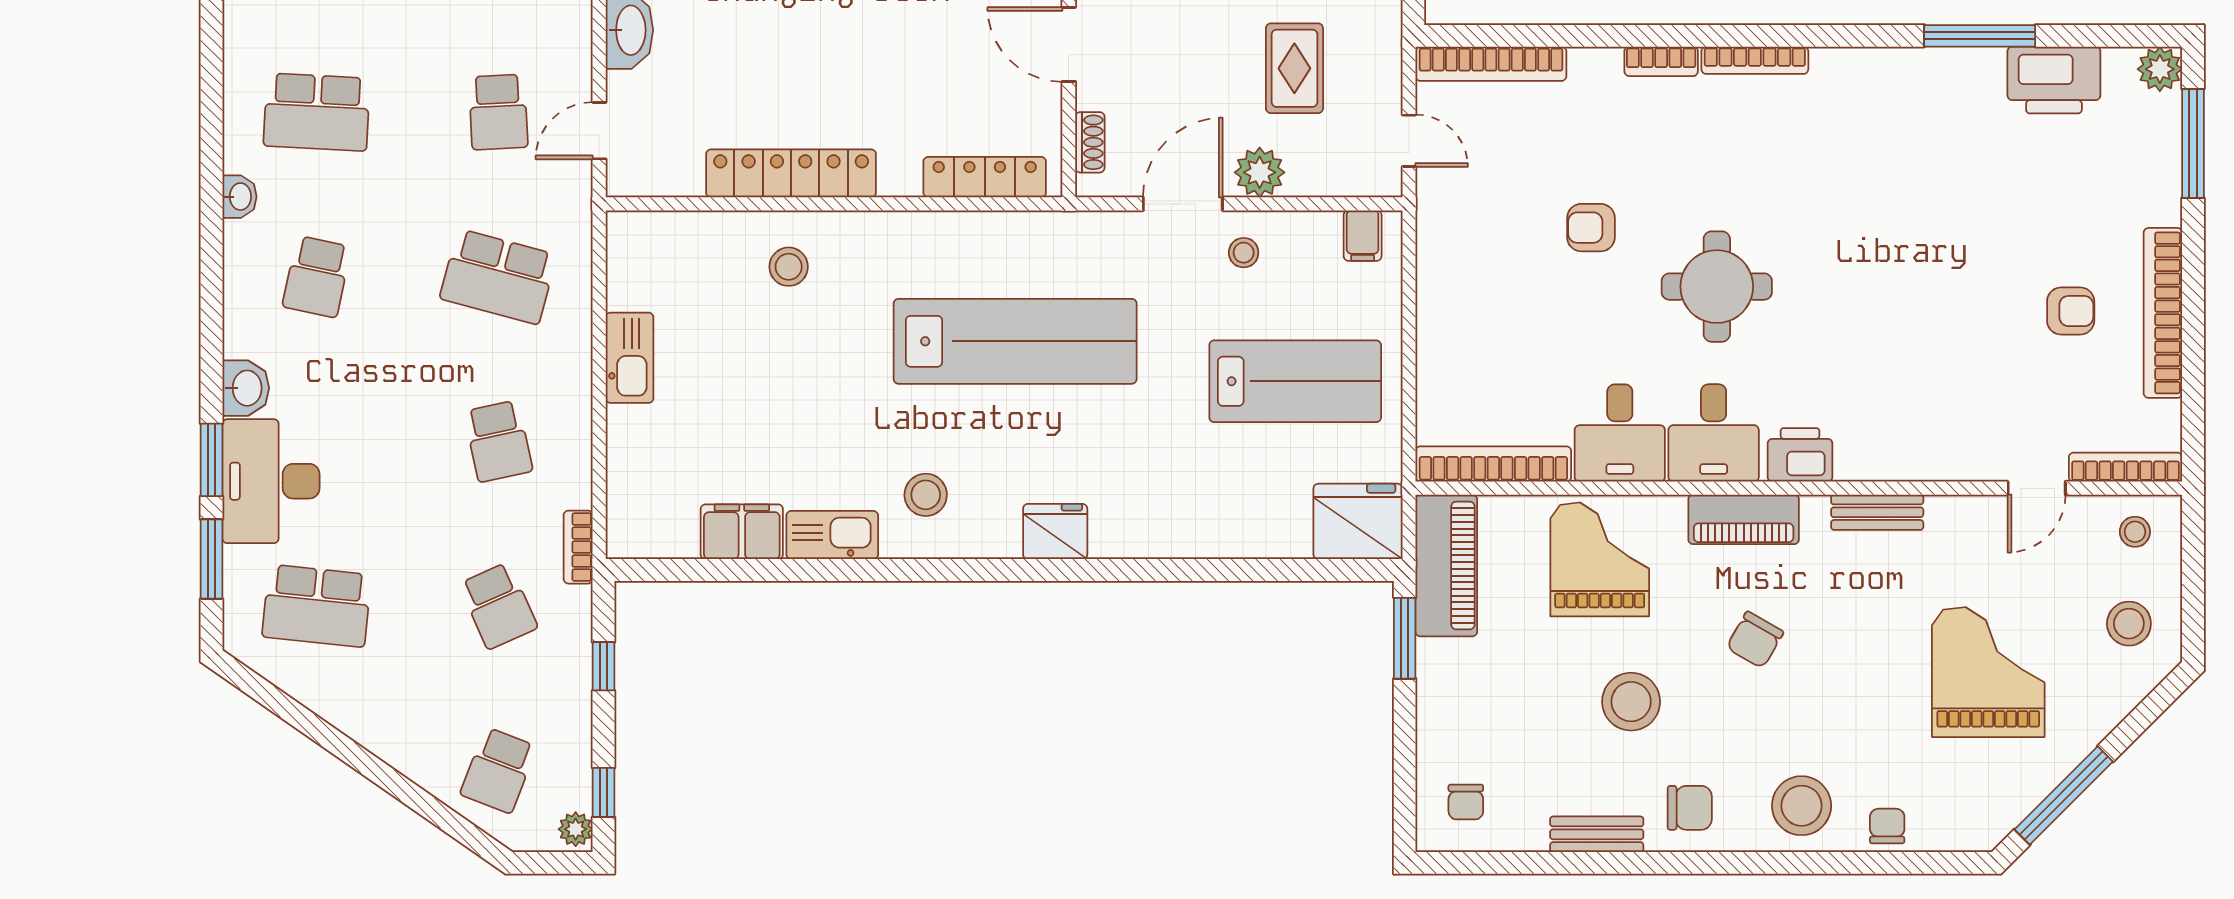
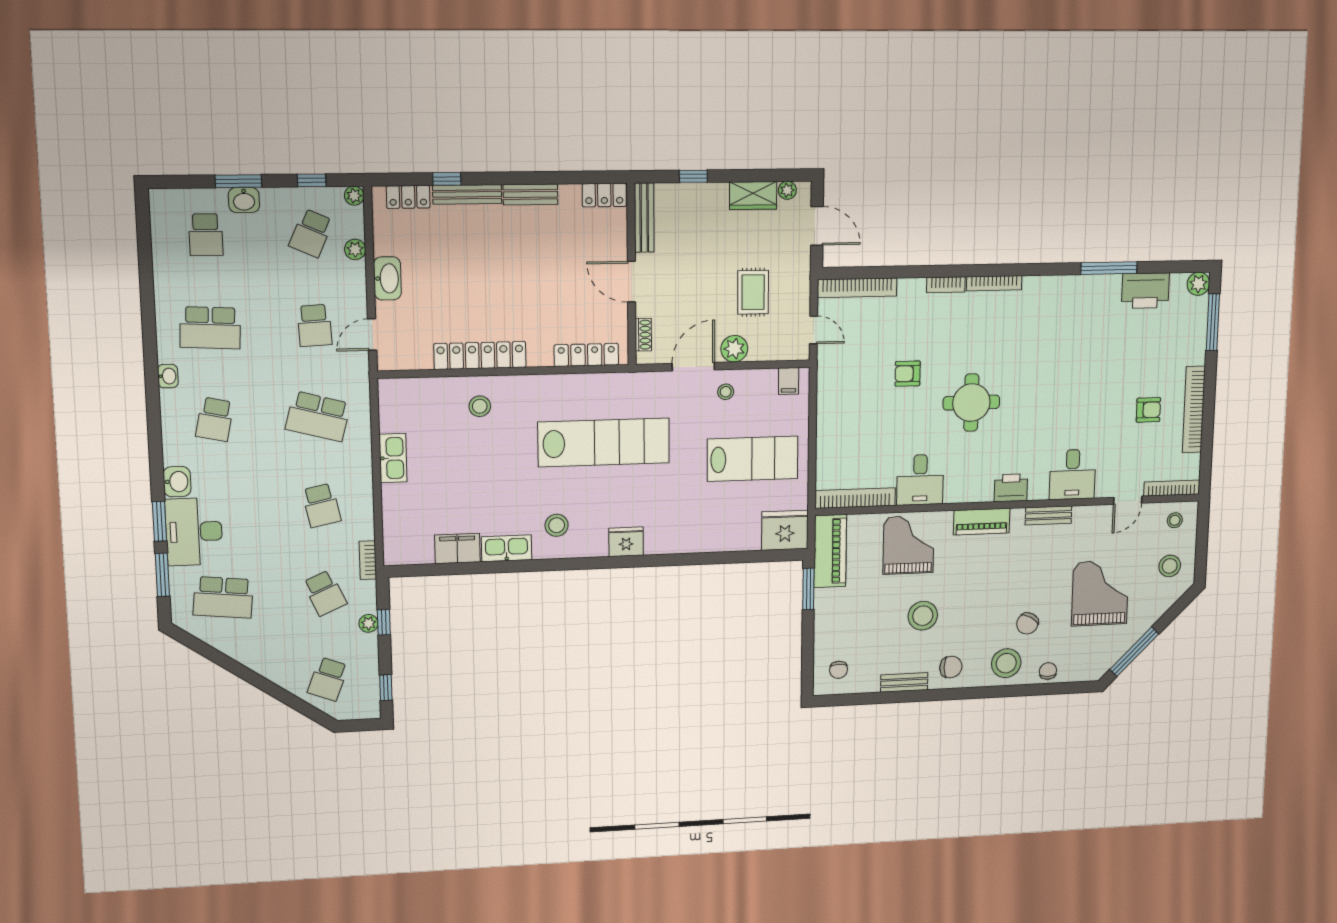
desk: (1714, 433) -> (1072, 474), moved
chair: (1755, 640) -> (1027, 623), moved
plant: (576, 829) -> (368, 623), moved

